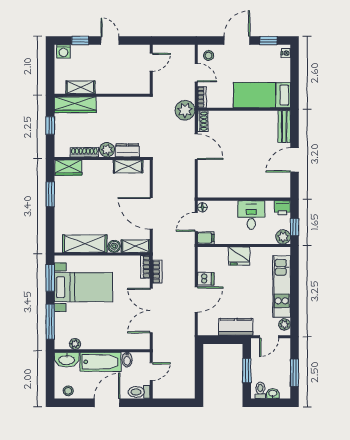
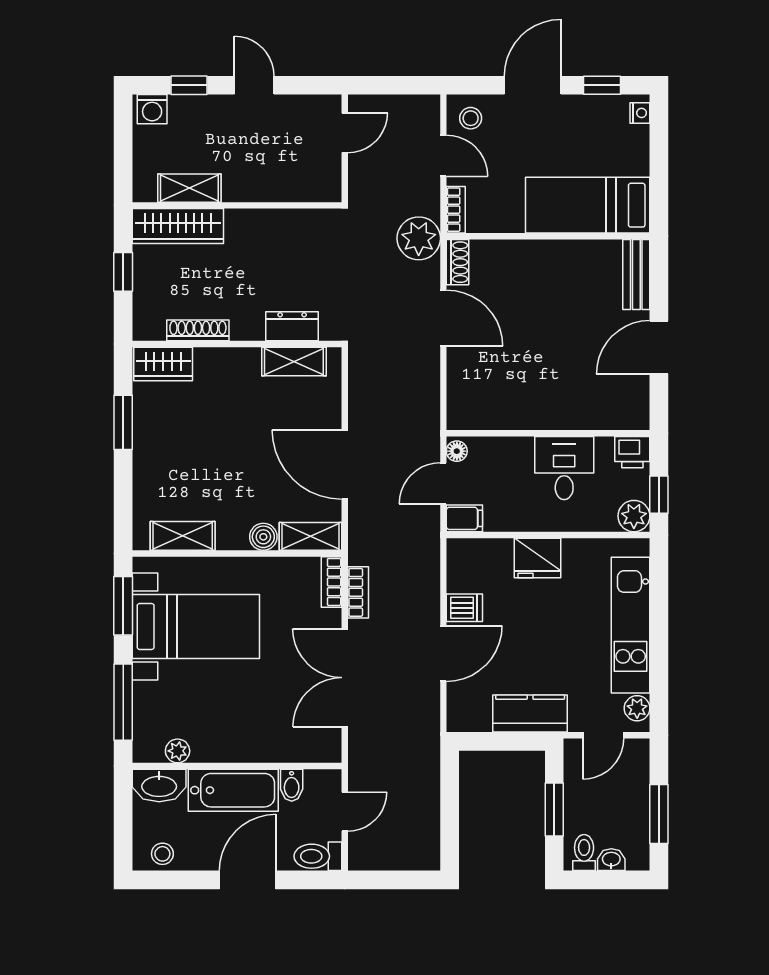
plant: (107, 150) -> (247, 325), removed
shelving: (85, 244) -> (183, 536), width x0.67, depth x0.75

